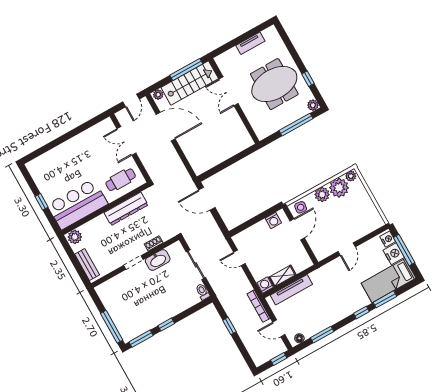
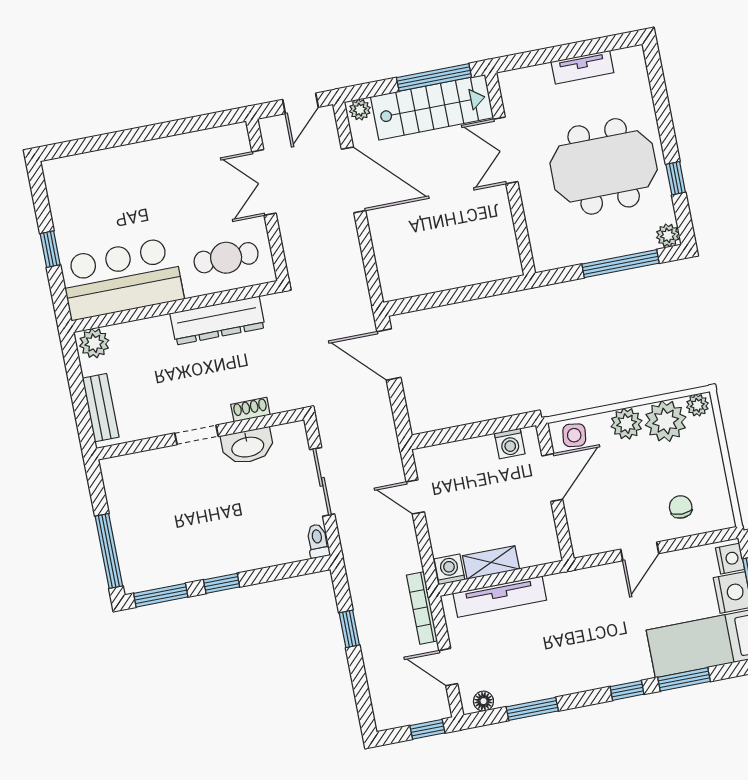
chair: (358, 224) -> (681, 507), added

